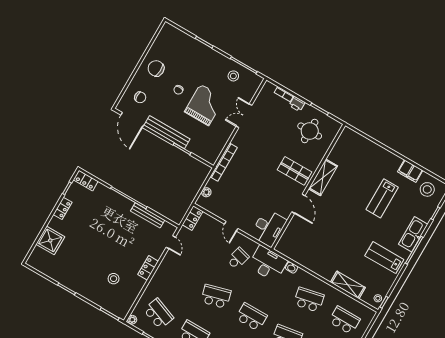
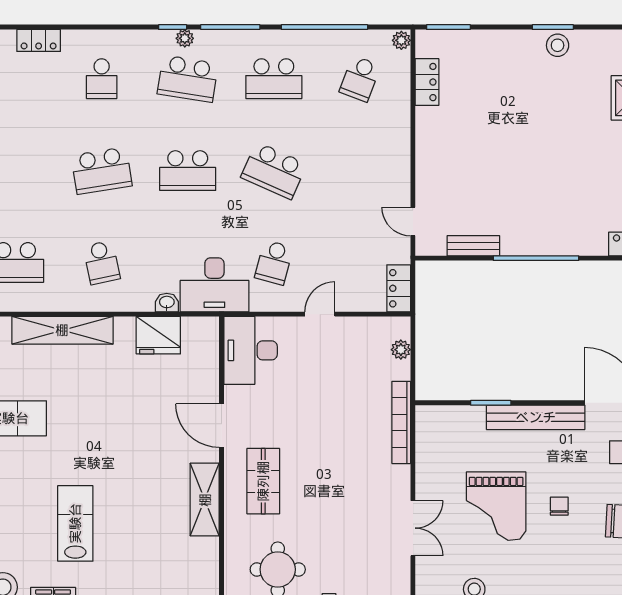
shop shelf: (295, 171) -> (263, 481), turned 90
bench: (148, 215) -> (473, 246), width x0.73
door: (231, 226) -> (320, 314), hinge flipped
fridge: (303, 256) -> (158, 335), added
locker: (148, 268) -> (427, 82), moved
stool: (114, 279) -> (558, 45), moved
shelving: (348, 285) -> (62, 330), width x1.47
school desk: (216, 296) -> (274, 171), turned 39
school desk: (309, 300) -> (102, 262), width x0.54
school desk: (158, 314) -> (360, 79), width x0.54

